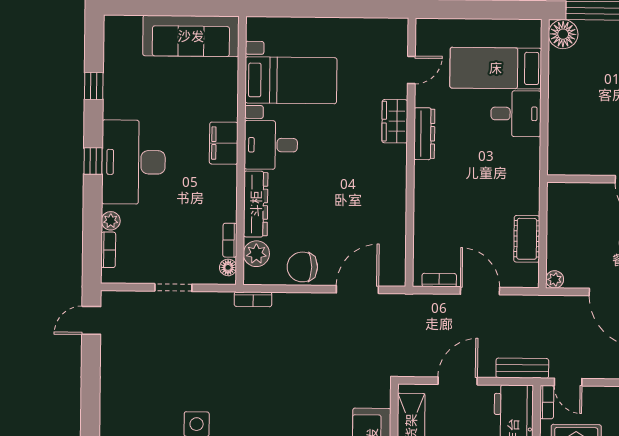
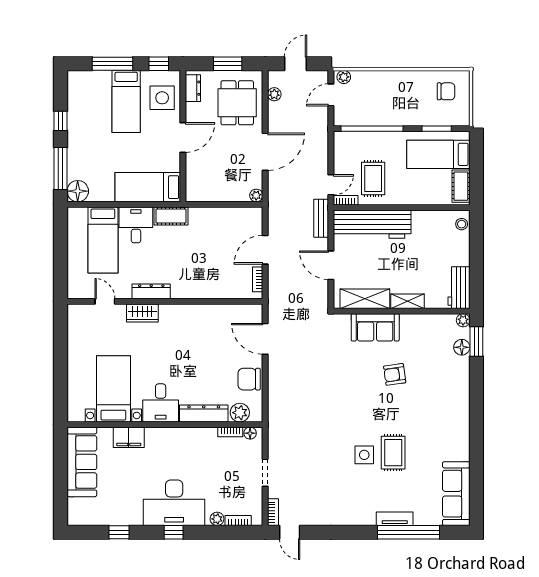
bed: (568, 130) -> (148, 187), added
filing cabinet: (224, 143) -> (129, 437), moved
cot: (527, 239) -> (171, 216), moved
chair: (302, 267) -> (249, 379), turned 90
bookcase: (253, 299) -> (273, 512), moved

